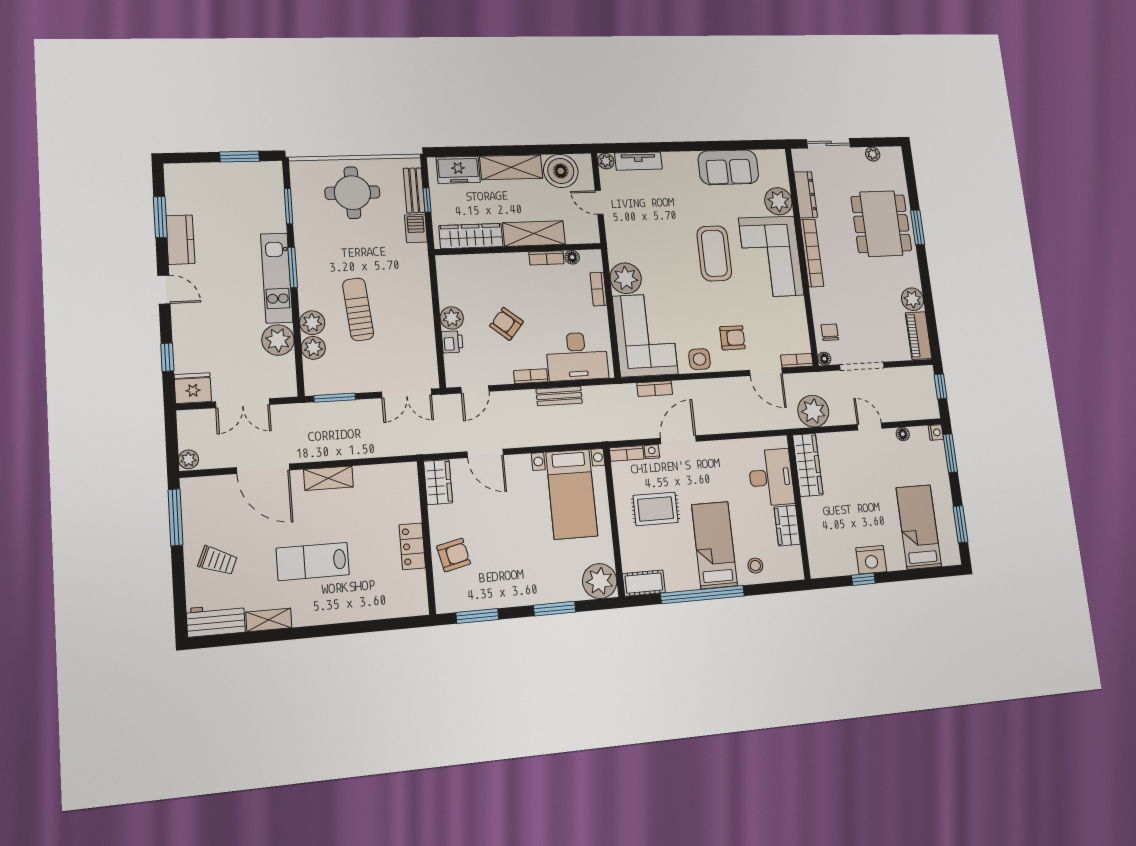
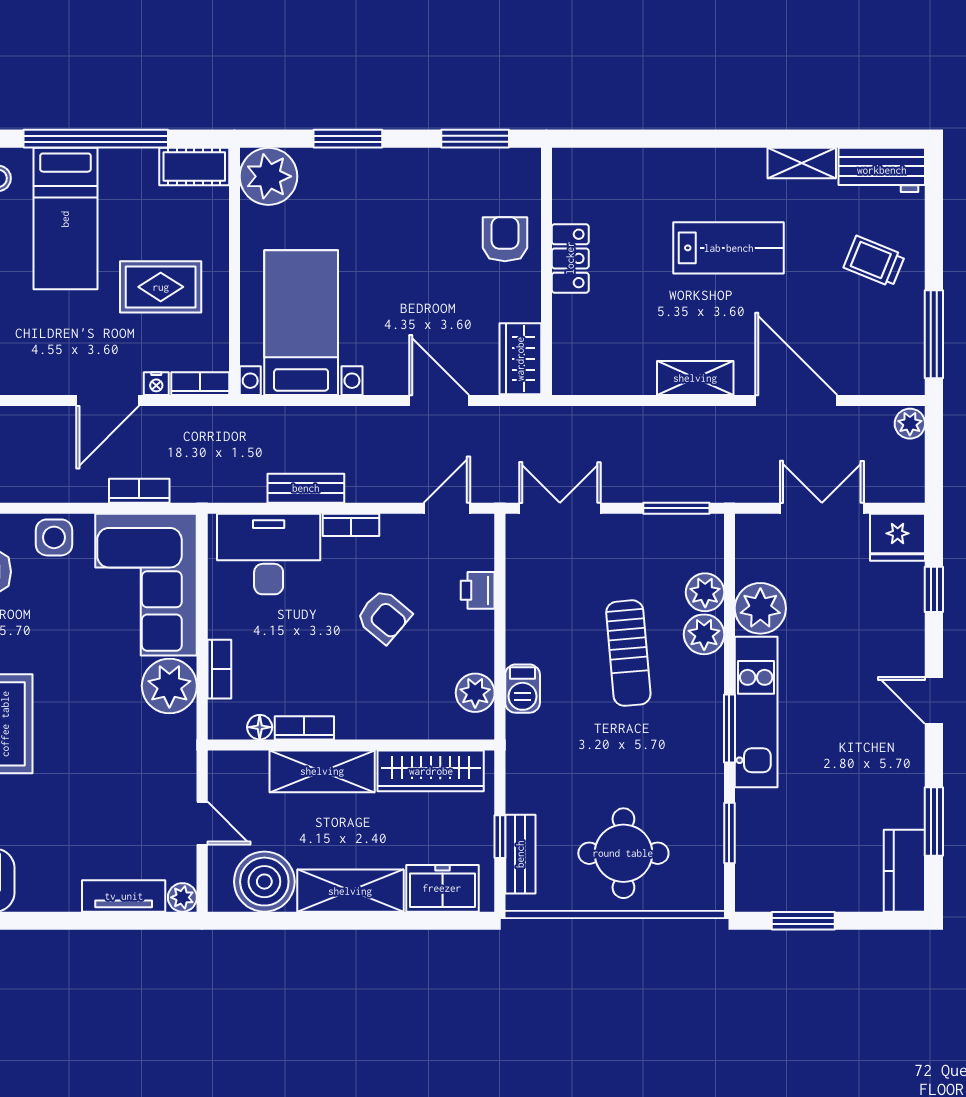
barbecue: (416, 228) -> (523, 689), moved
kitchen counter: (180, 240) -> (904, 871), moved
plant: (452, 318) -> (475, 693), moved
armchair: (454, 555) -> (505, 239), turned 103

